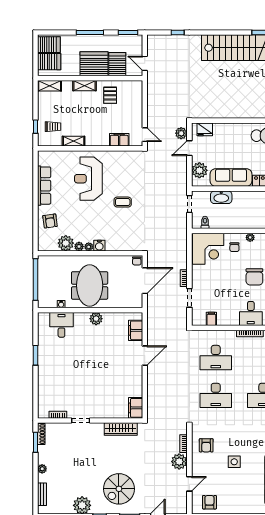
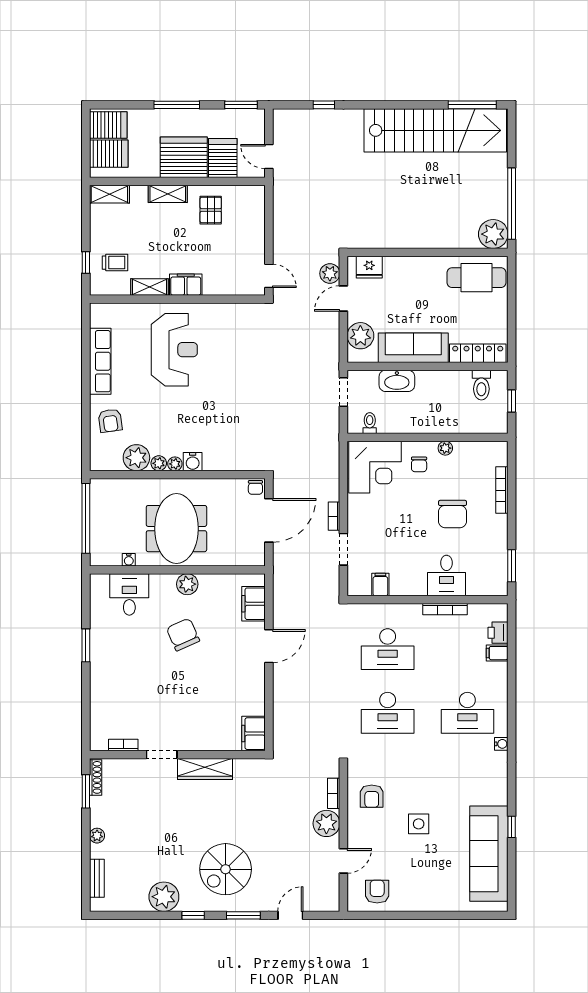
filing cabinet: (119, 140) -> (186, 285), moved
reception desk: (88, 179) -> (174, 350), turned 180
coffee table: (123, 202) -> (232, 389), removed
chair: (94, 349) -> (183, 635), added
wardrobe: (121, 429) -> (205, 769), moved

